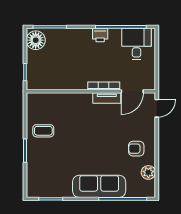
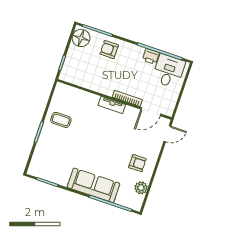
printer: (100, 35) -> (151, 56), moved
armchair: (68, 42) -> (109, 50), added
tv unit: (107, 98) -> (112, 105), moved
armchair: (136, 149) -> (137, 163), turned 180

